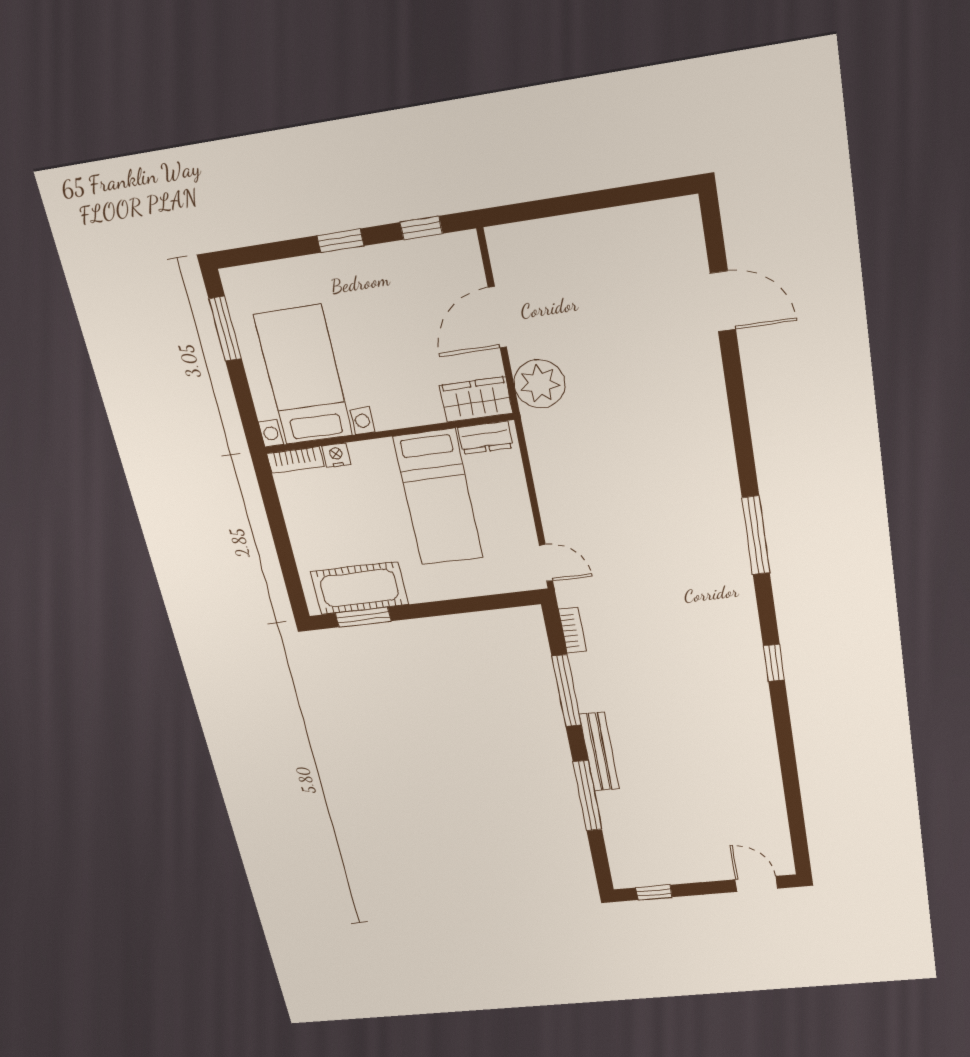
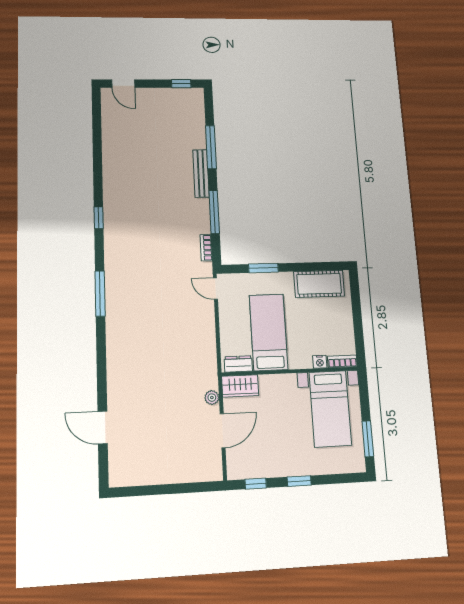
plant: (540, 384) -> (212, 398), width x0.53, depth x0.53
window: (363, 617) -> (263, 268), moved

